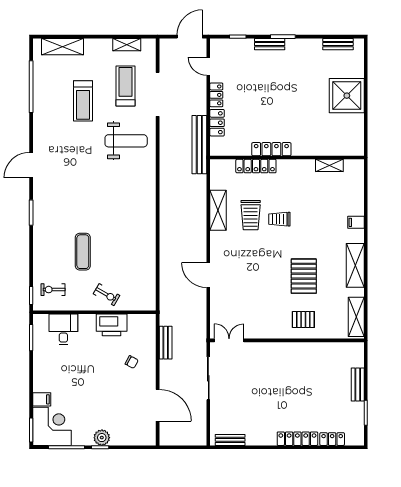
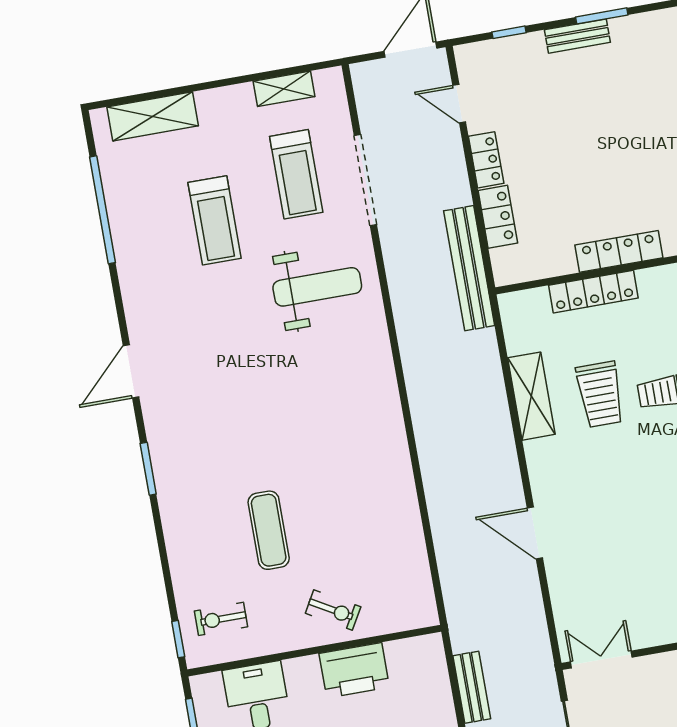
treadmill: (125, 86) -> (296, 174), turned 180

